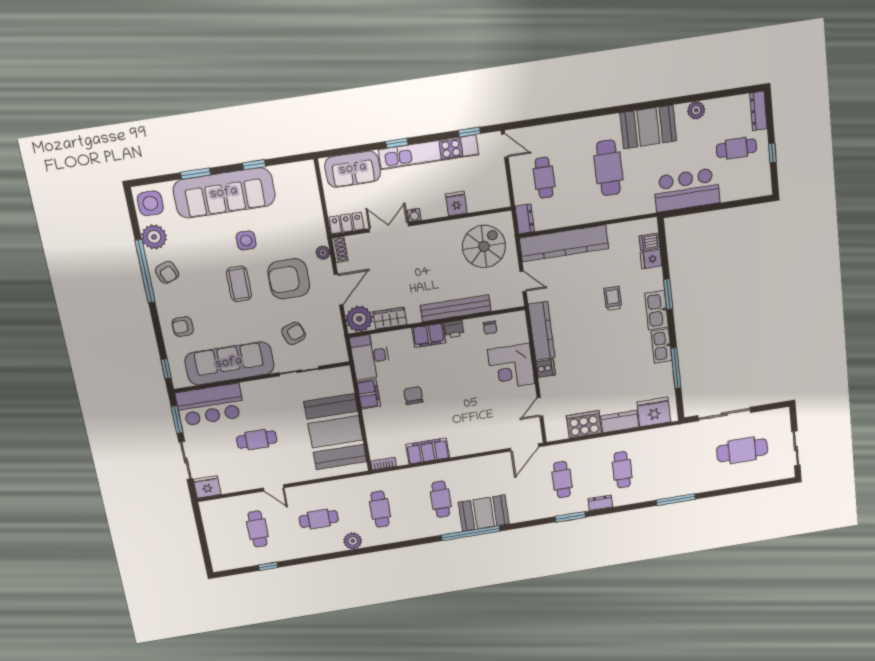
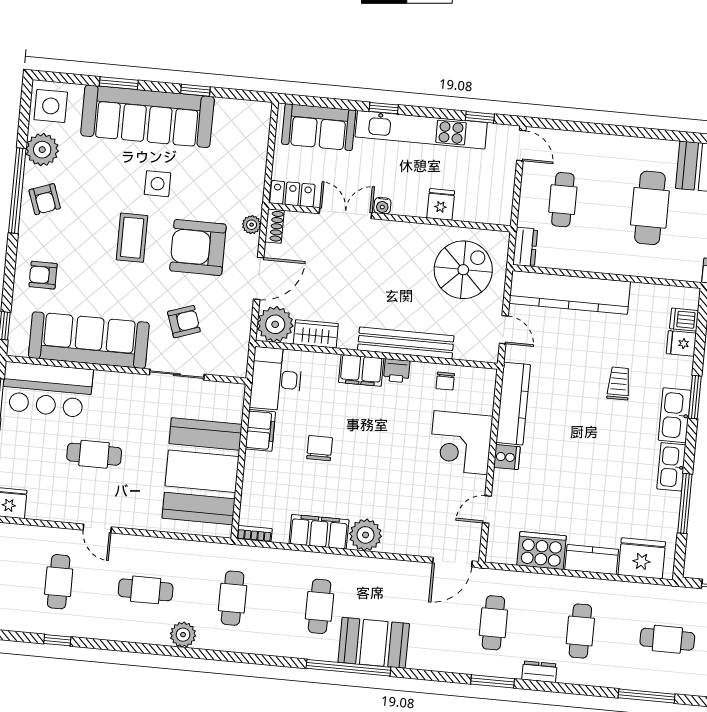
plant: (460, 445) -> (366, 535), added
cafe table: (682, 460) -> (667, 639), added

